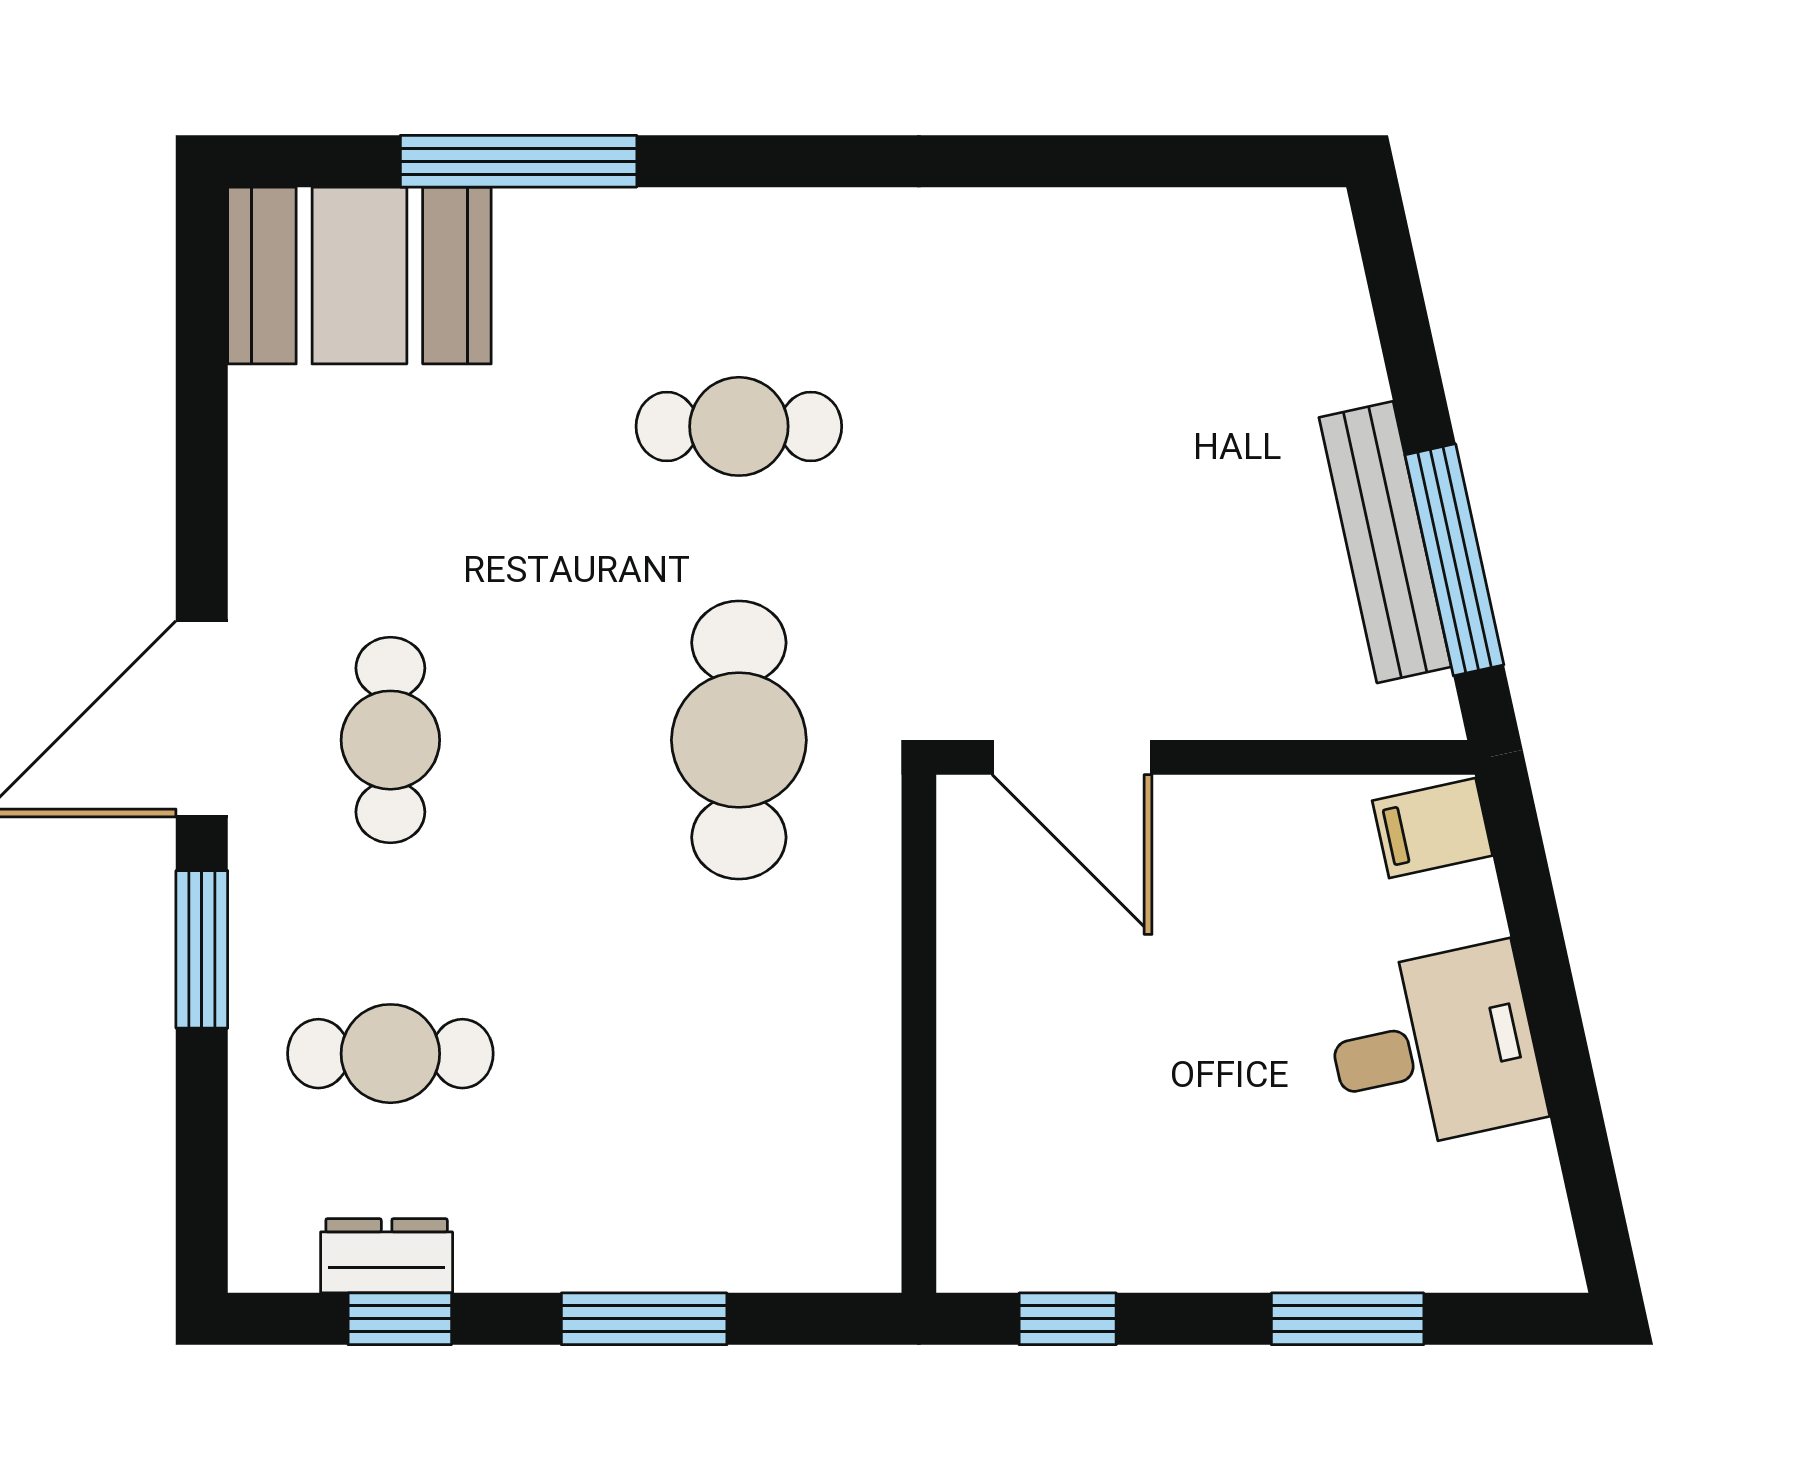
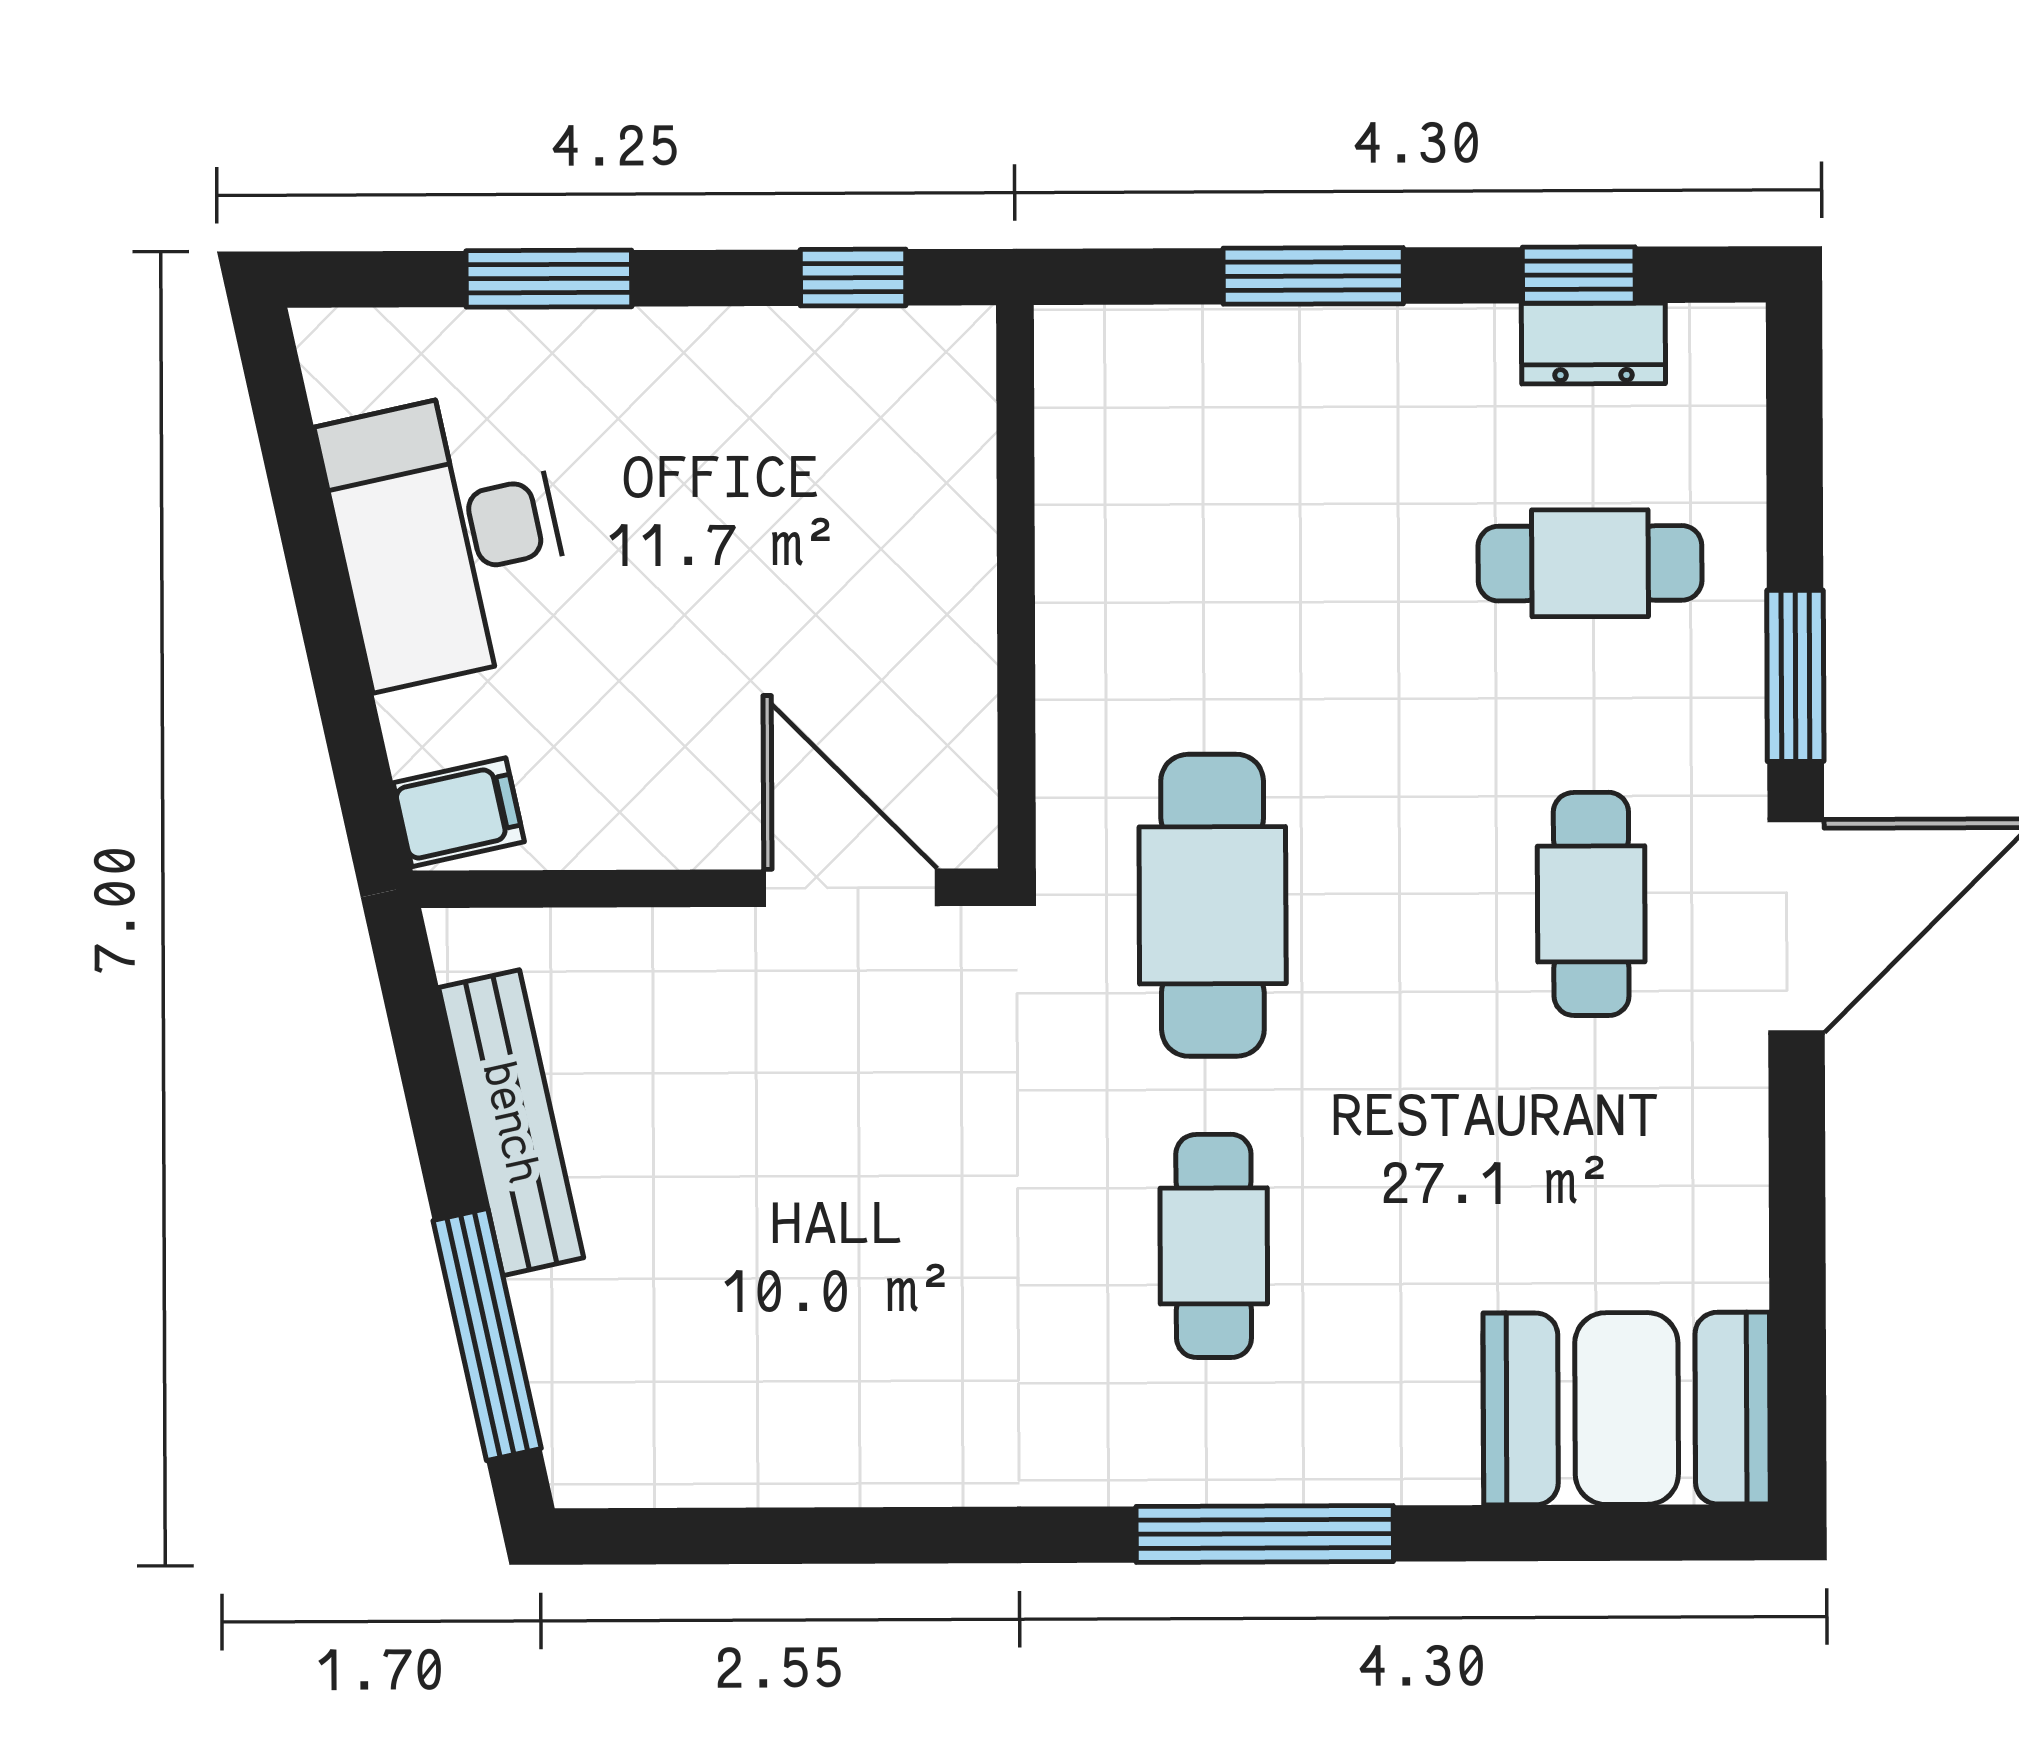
window: (519, 161) -> (1265, 1534), moved
cafe table: (739, 426) -> (1214, 1246), turned 90
window: (1454, 560) -> (487, 1334), moved
desk: (1434, 1048) -> (448, 537), width x1.37

